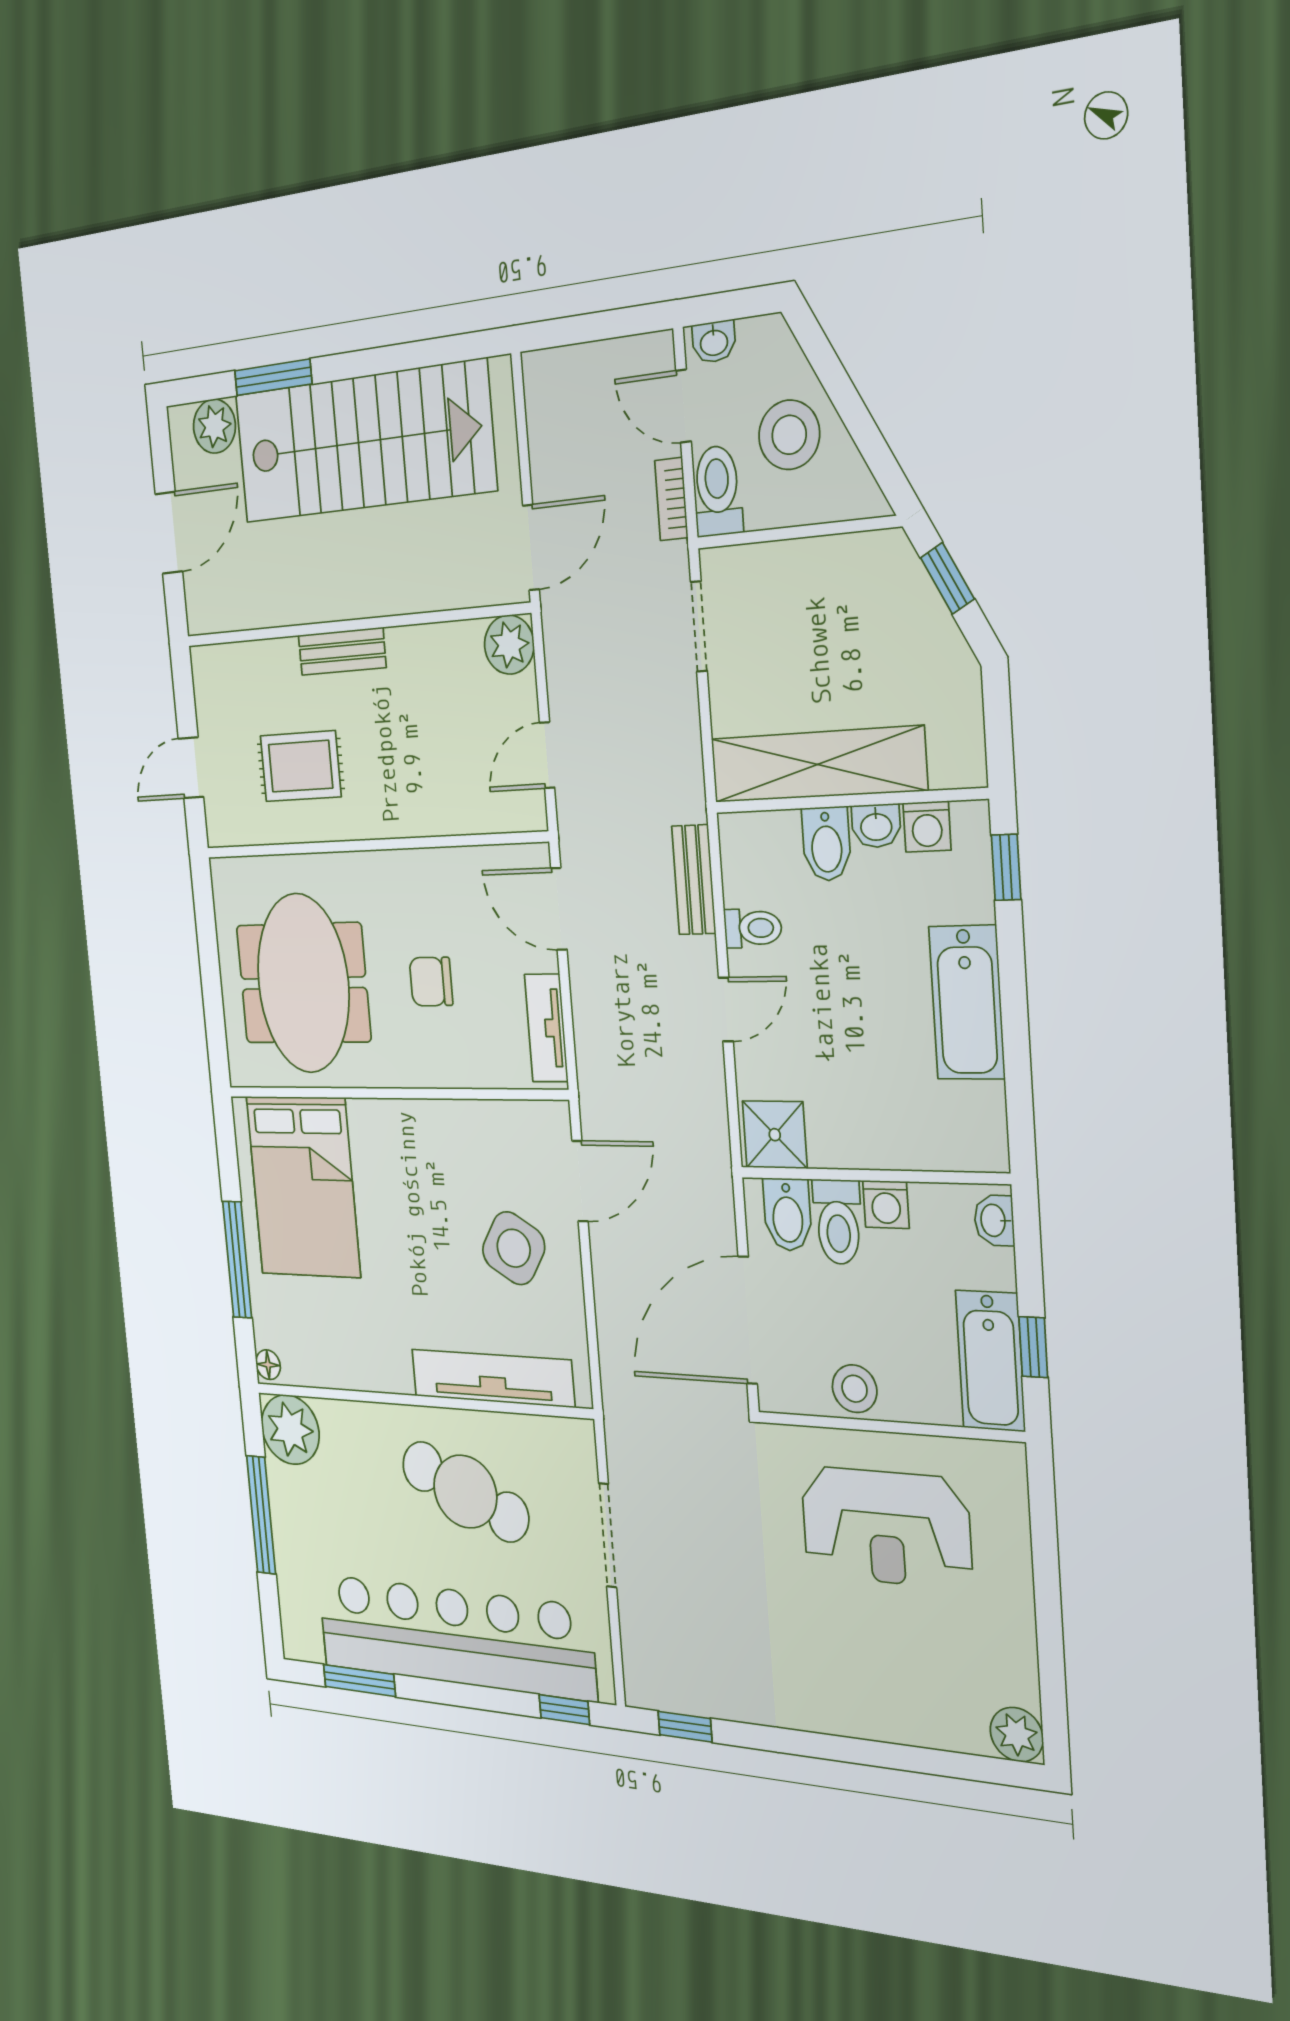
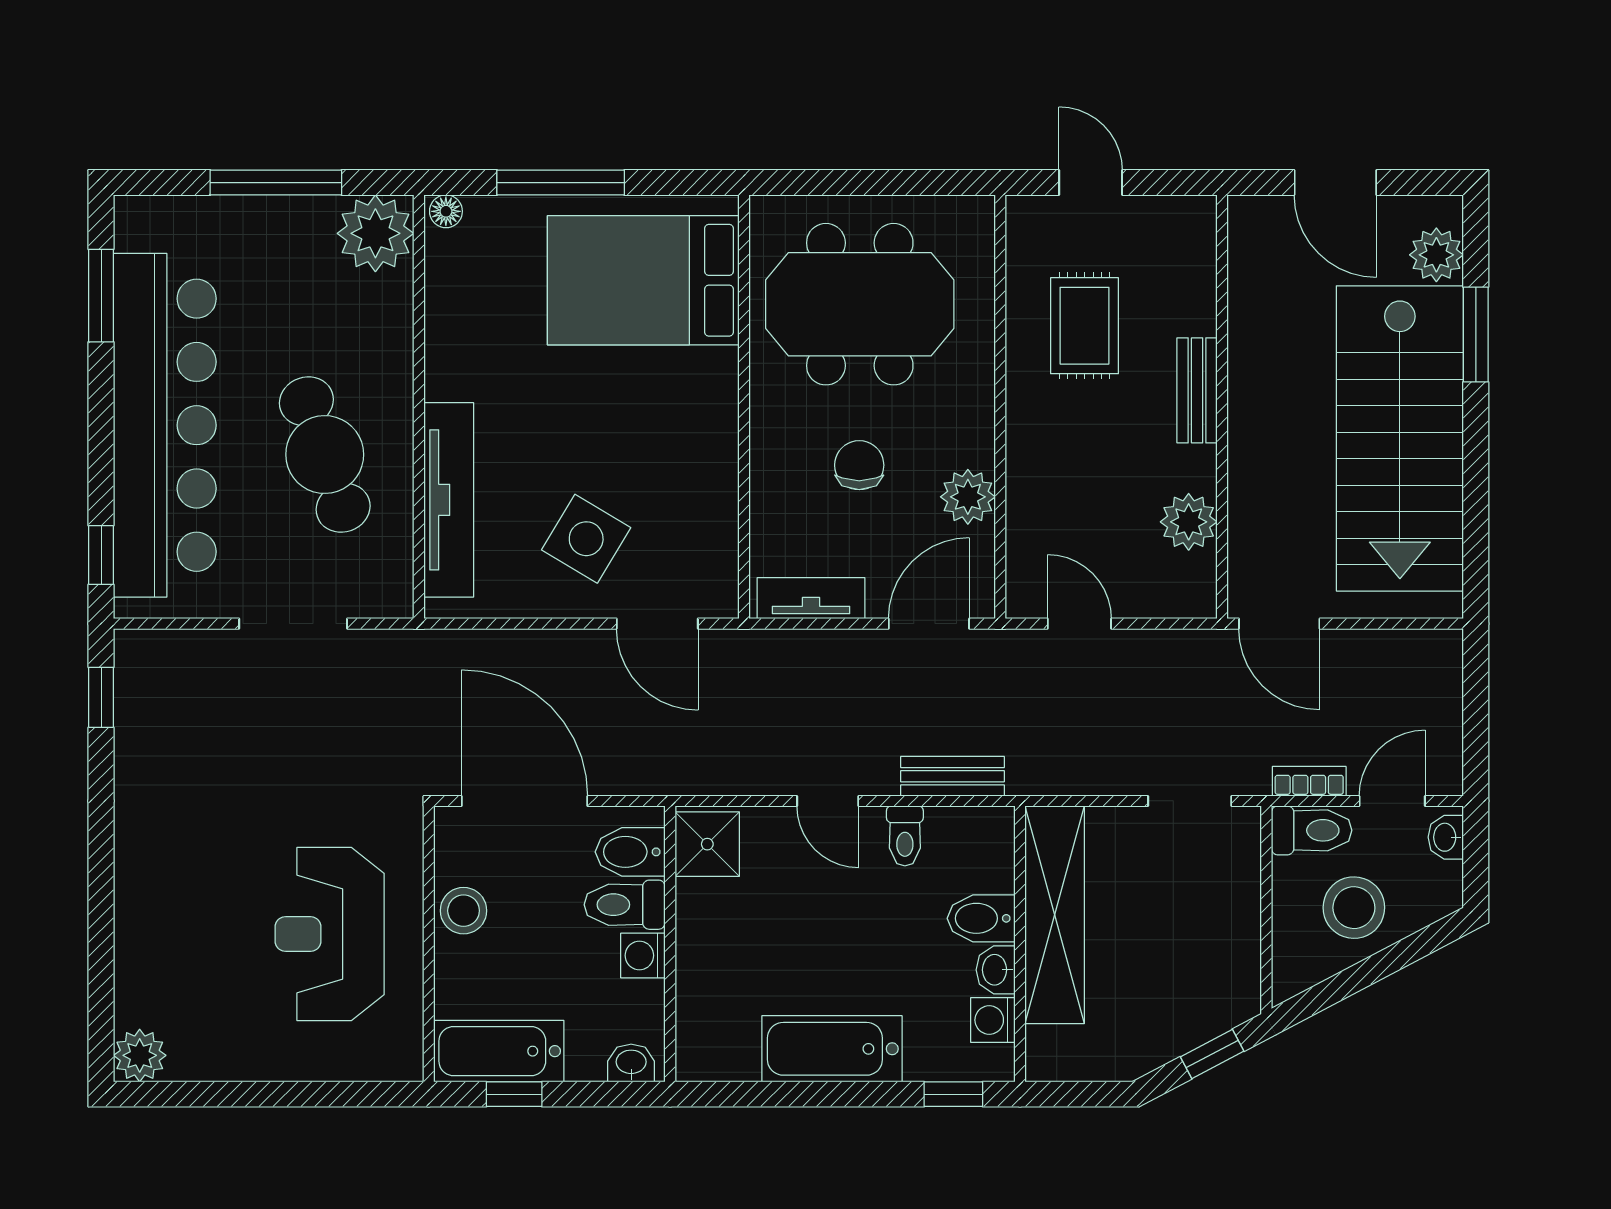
plant: (509, 645) -> (1189, 522), moved
plant: (448, 874) -> (968, 497), added
cafe table: (465, 1492) -> (325, 455), turned -43

